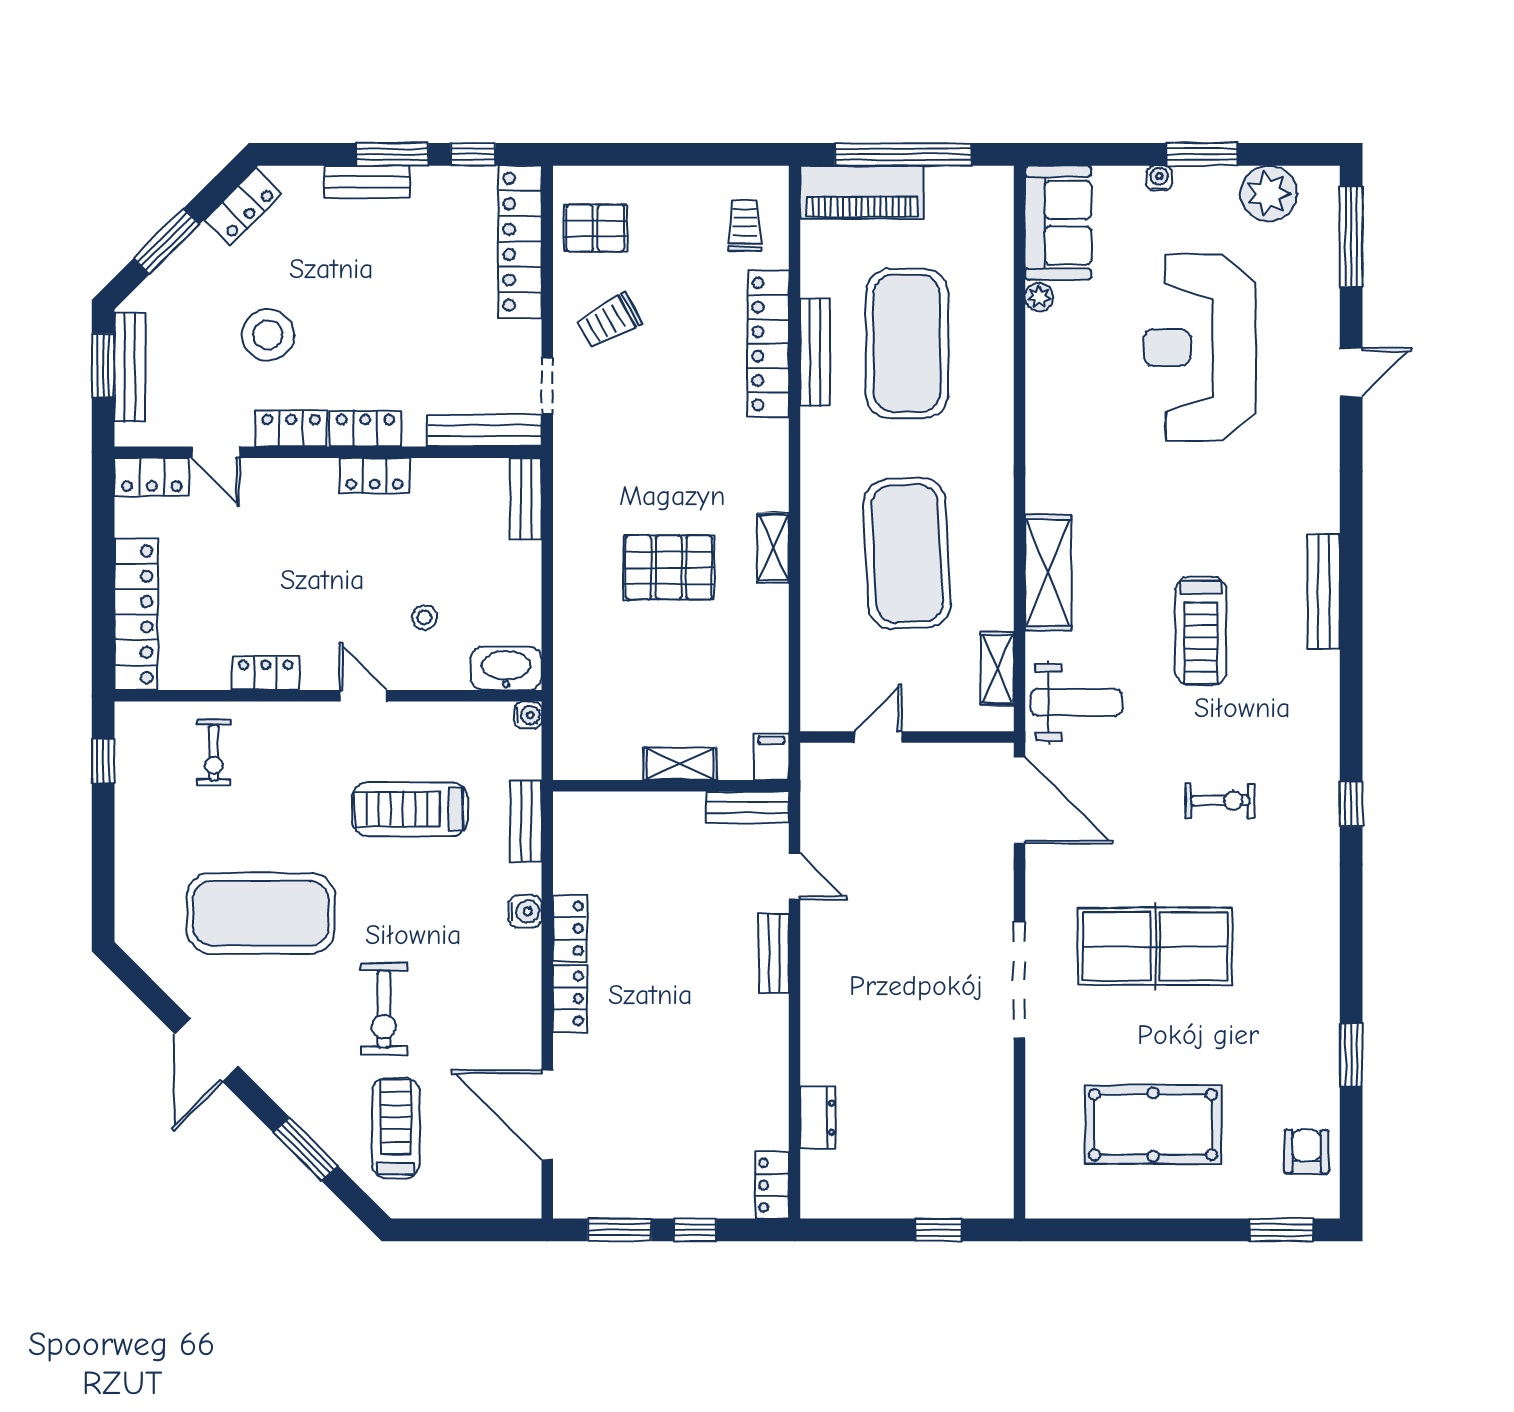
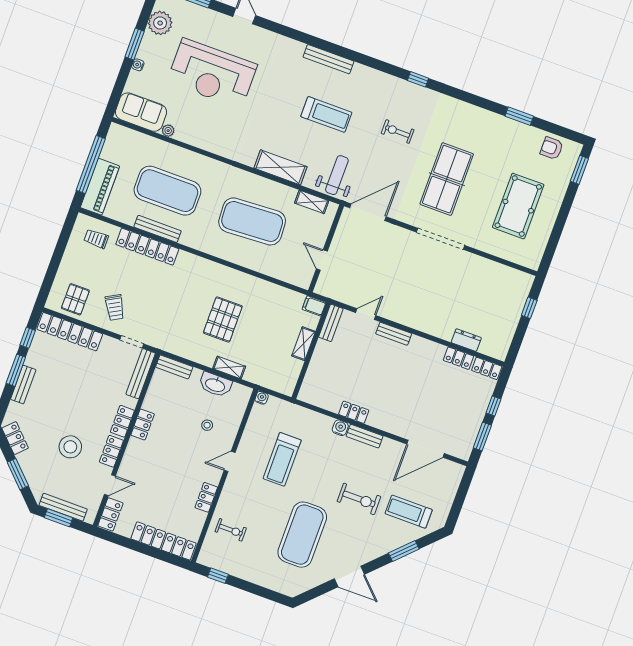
shelving: (773, 548) -> (229, 367), moved
washbasin: (506, 668) -> (215, 385), moved, turned -90
exercise bike: (1220, 801) -> (398, 132), turned -90
bench: (526, 821) -> (365, 436), moved
locker: (570, 999) -> (458, 358), moved, turned 180

